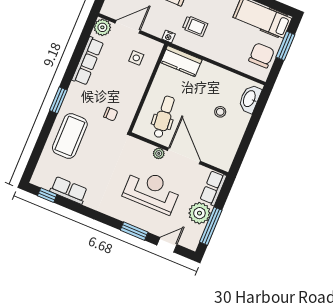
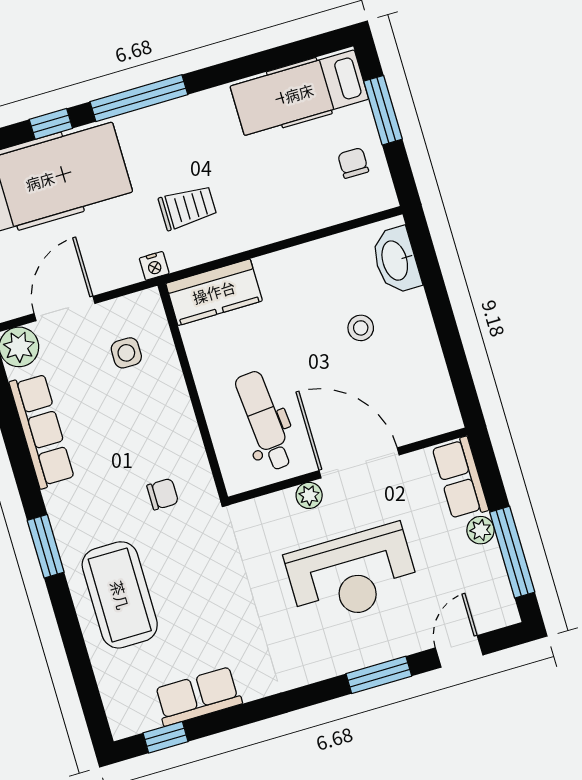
chair: (262, 55) -> (353, 163), width x0.54, depth x0.54
reception desk: (152, 191) -> (352, 575), turned 180
plant: (199, 213) -> (481, 530), width x0.53, depth x0.53

